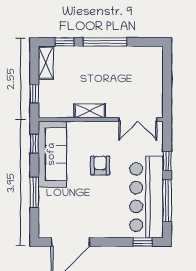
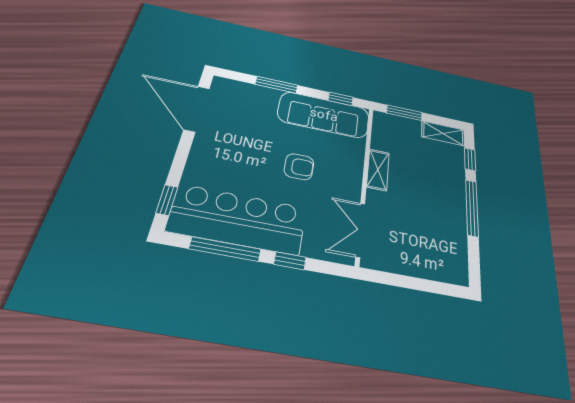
window: (34, 94) -> (404, 113), width x1.50

